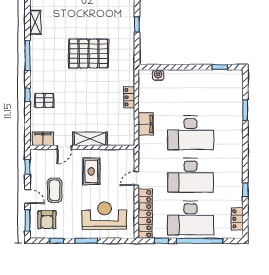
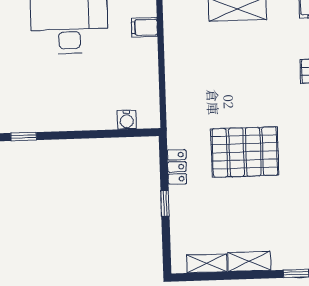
locker: (129, 97) -> (177, 167), moved
filing cabinet: (146, 124) -> (144, 27), width x0.50

